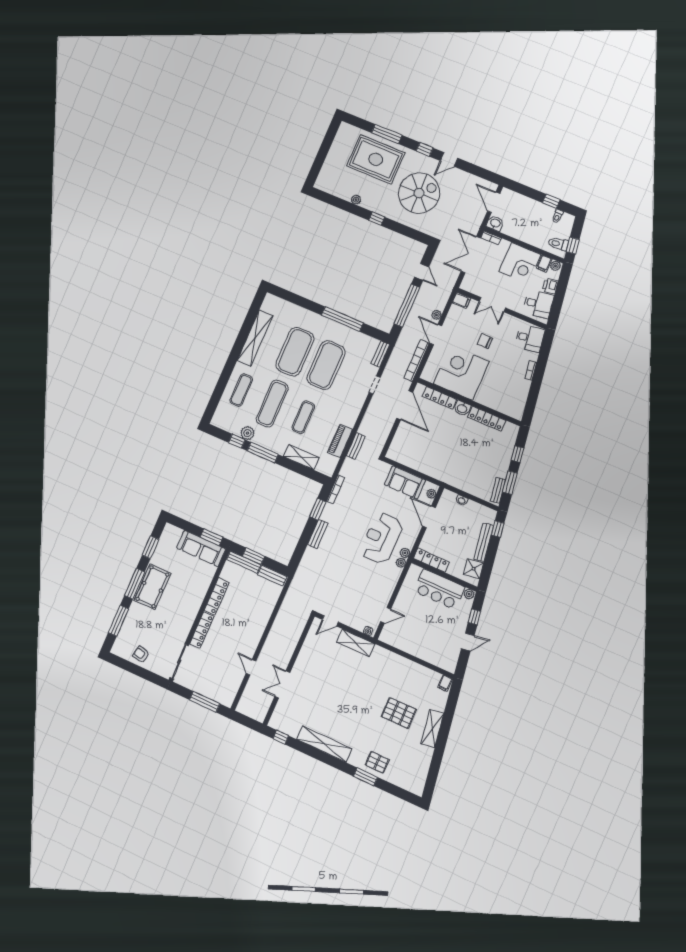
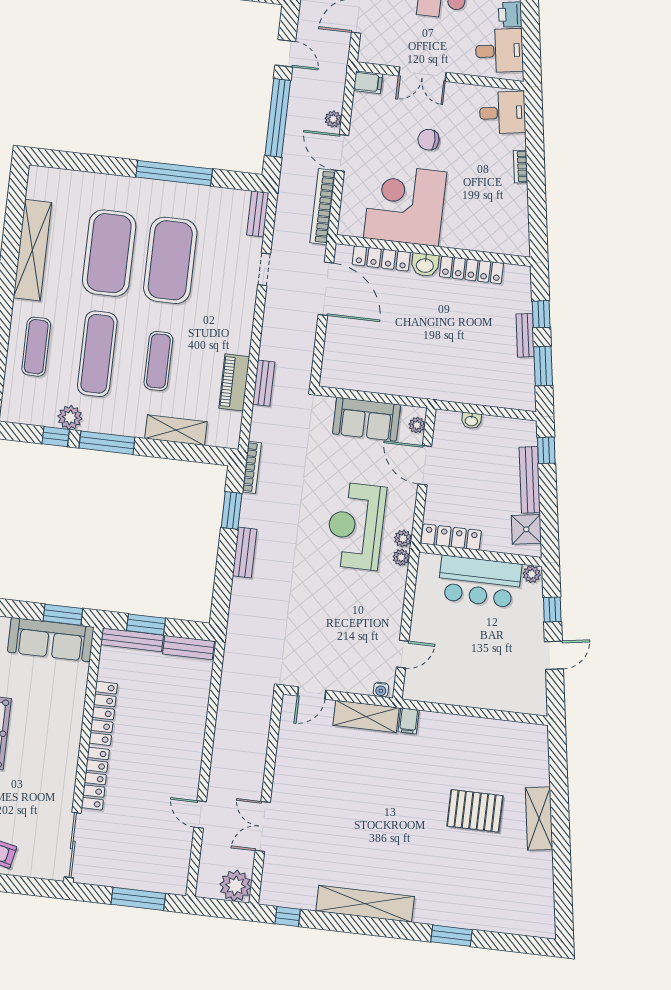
bench: (498, 490) -> (525, 335), moved
filing cabinet: (445, 683) -> (409, 721), moved
plant: (258, 712) -> (235, 886), added
pallet: (377, 762) -> (464, 905), removed

